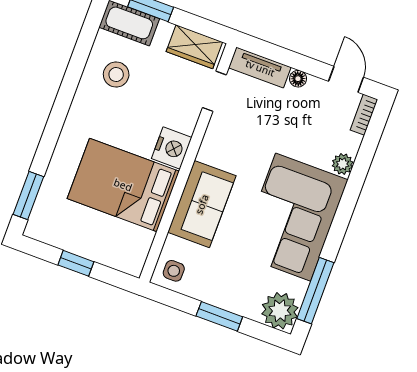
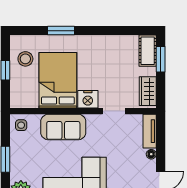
stool: (116, 75) -> (25, 59), moved
doorway: (214, 91) -> (114, 111), moved
window: (28, 196) -> (61, 31), moved

